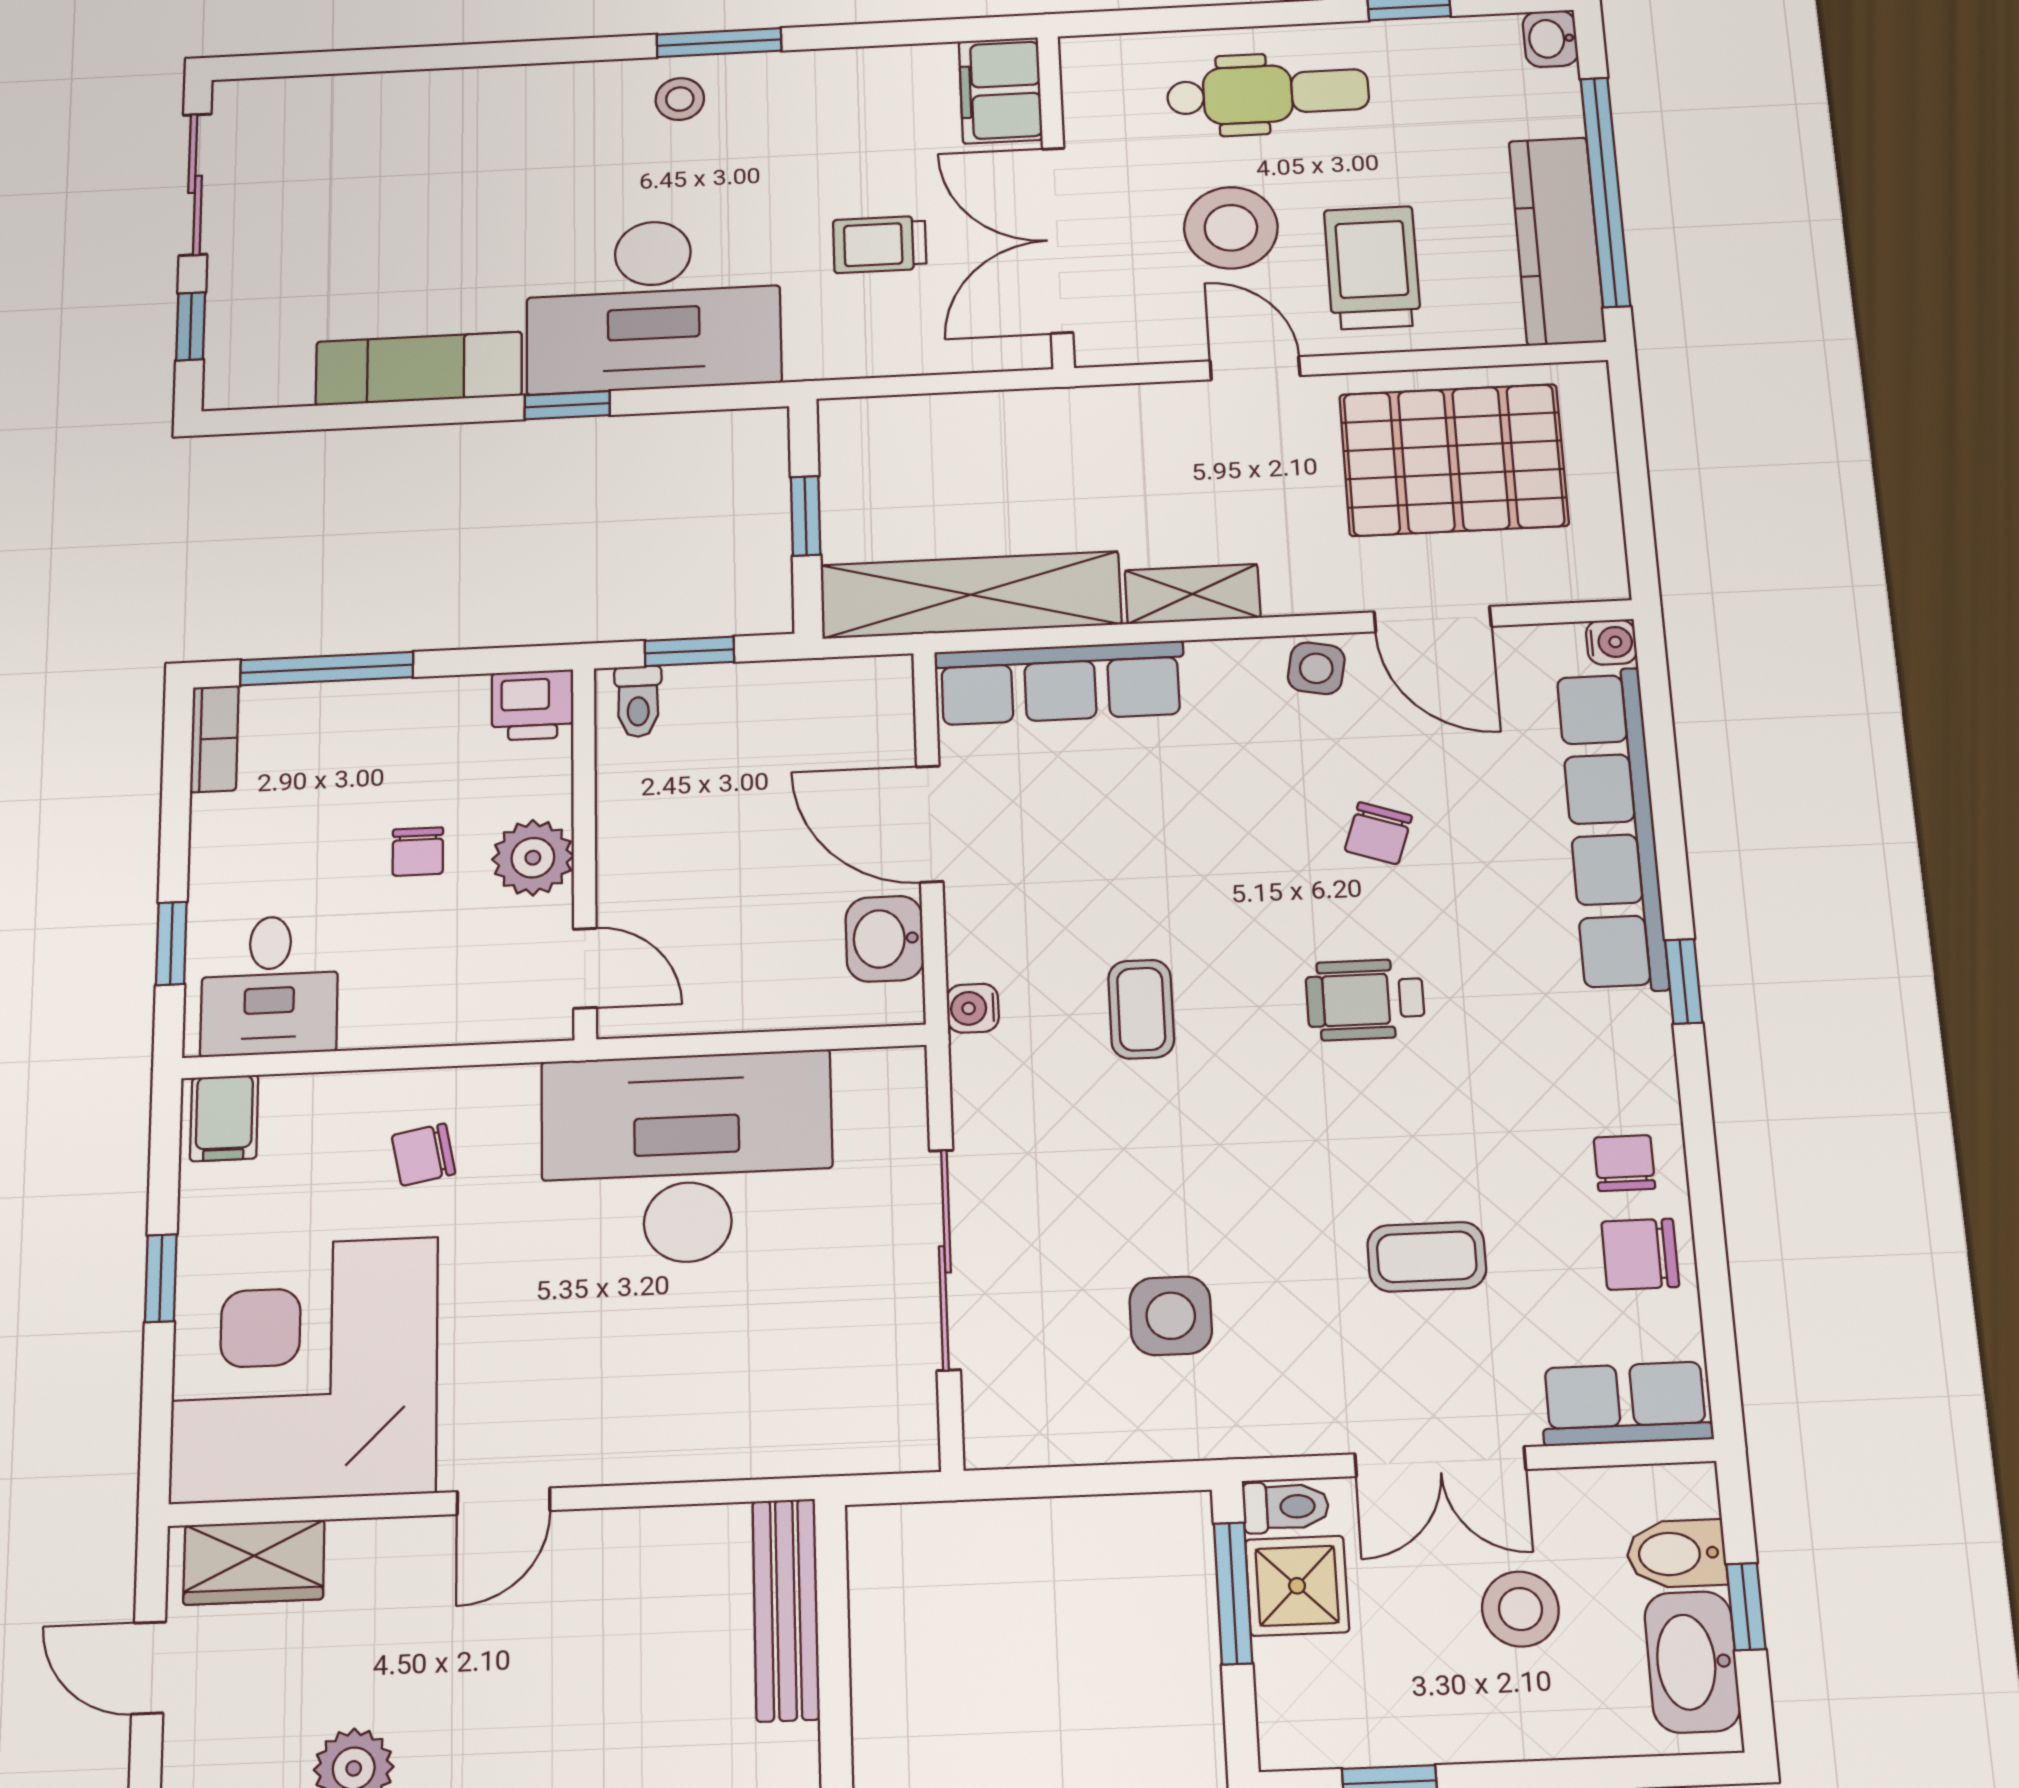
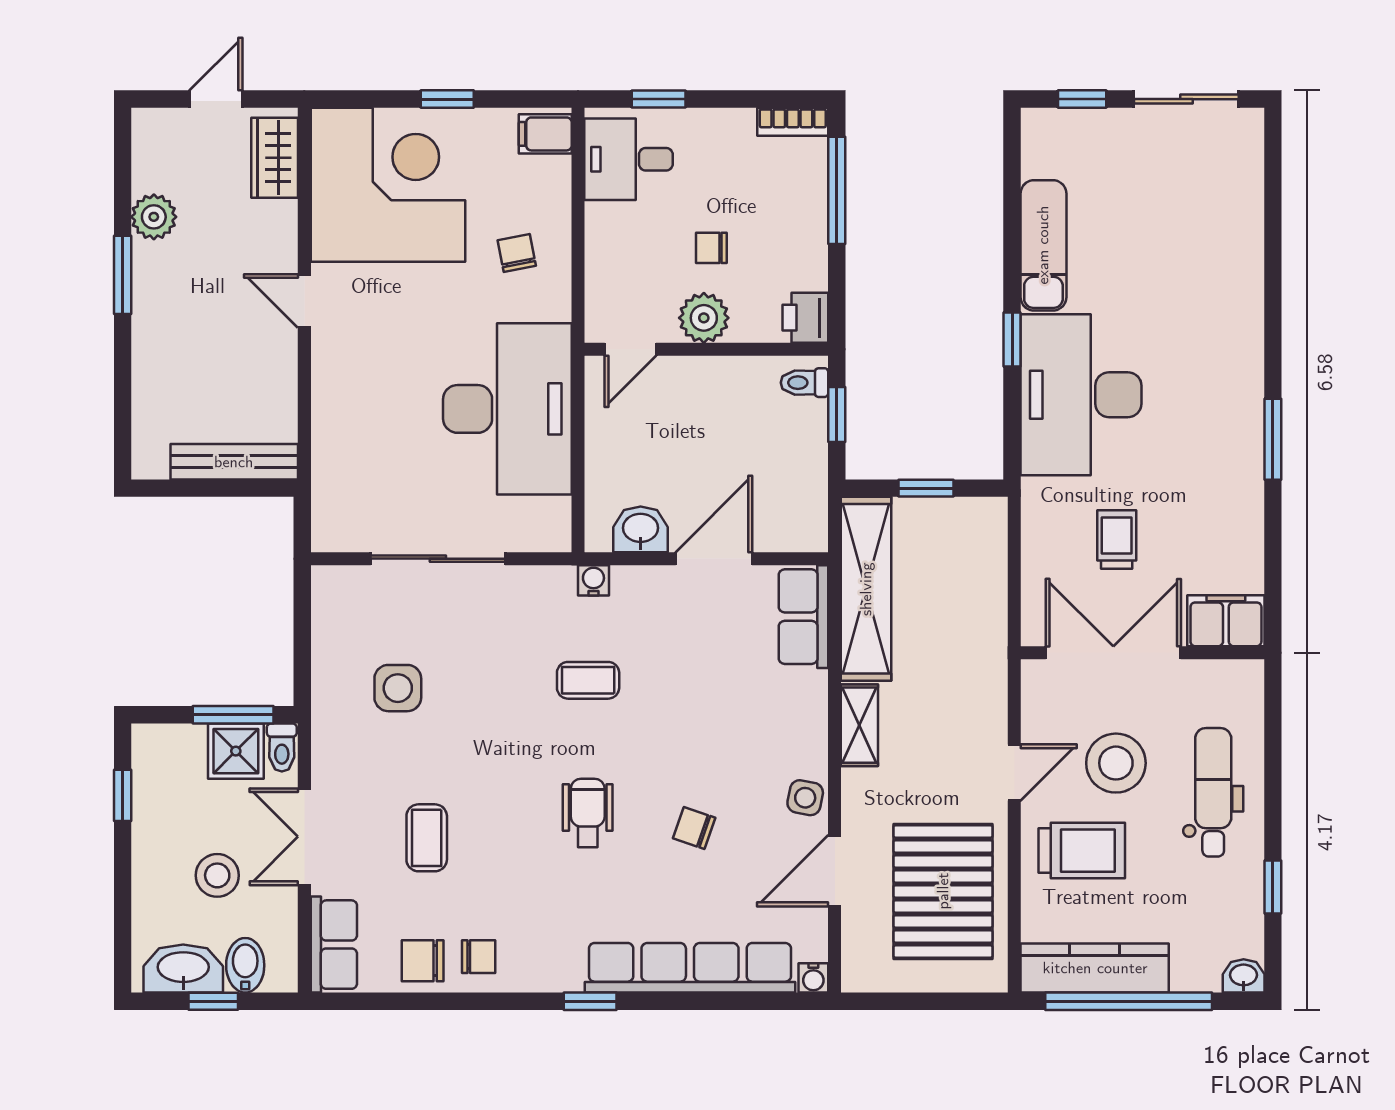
dental chair: (1268, 94) -> (1213, 792), turned 180
stool: (680, 99) -> (1232, 413), removed
row of seats: (1060, 683) -> (804, 617), width x0.68
chair: (1640, 1254) -> (423, 961), turned -90

